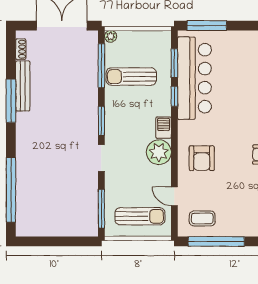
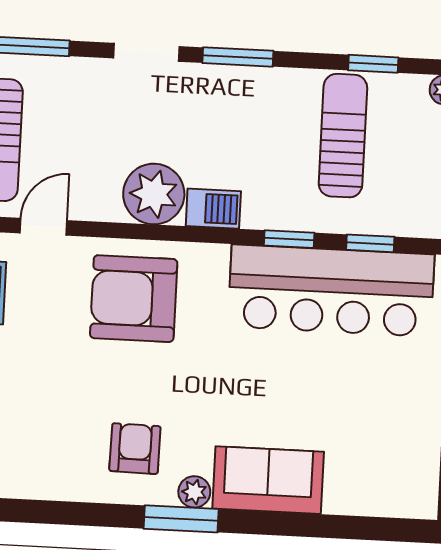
window: (174, 63) -> (370, 243), width x0.67
window: (101, 66) -> (373, 64), width x0.46
armchair: (202, 158) -> (134, 299), width x1.36, depth x1.36

